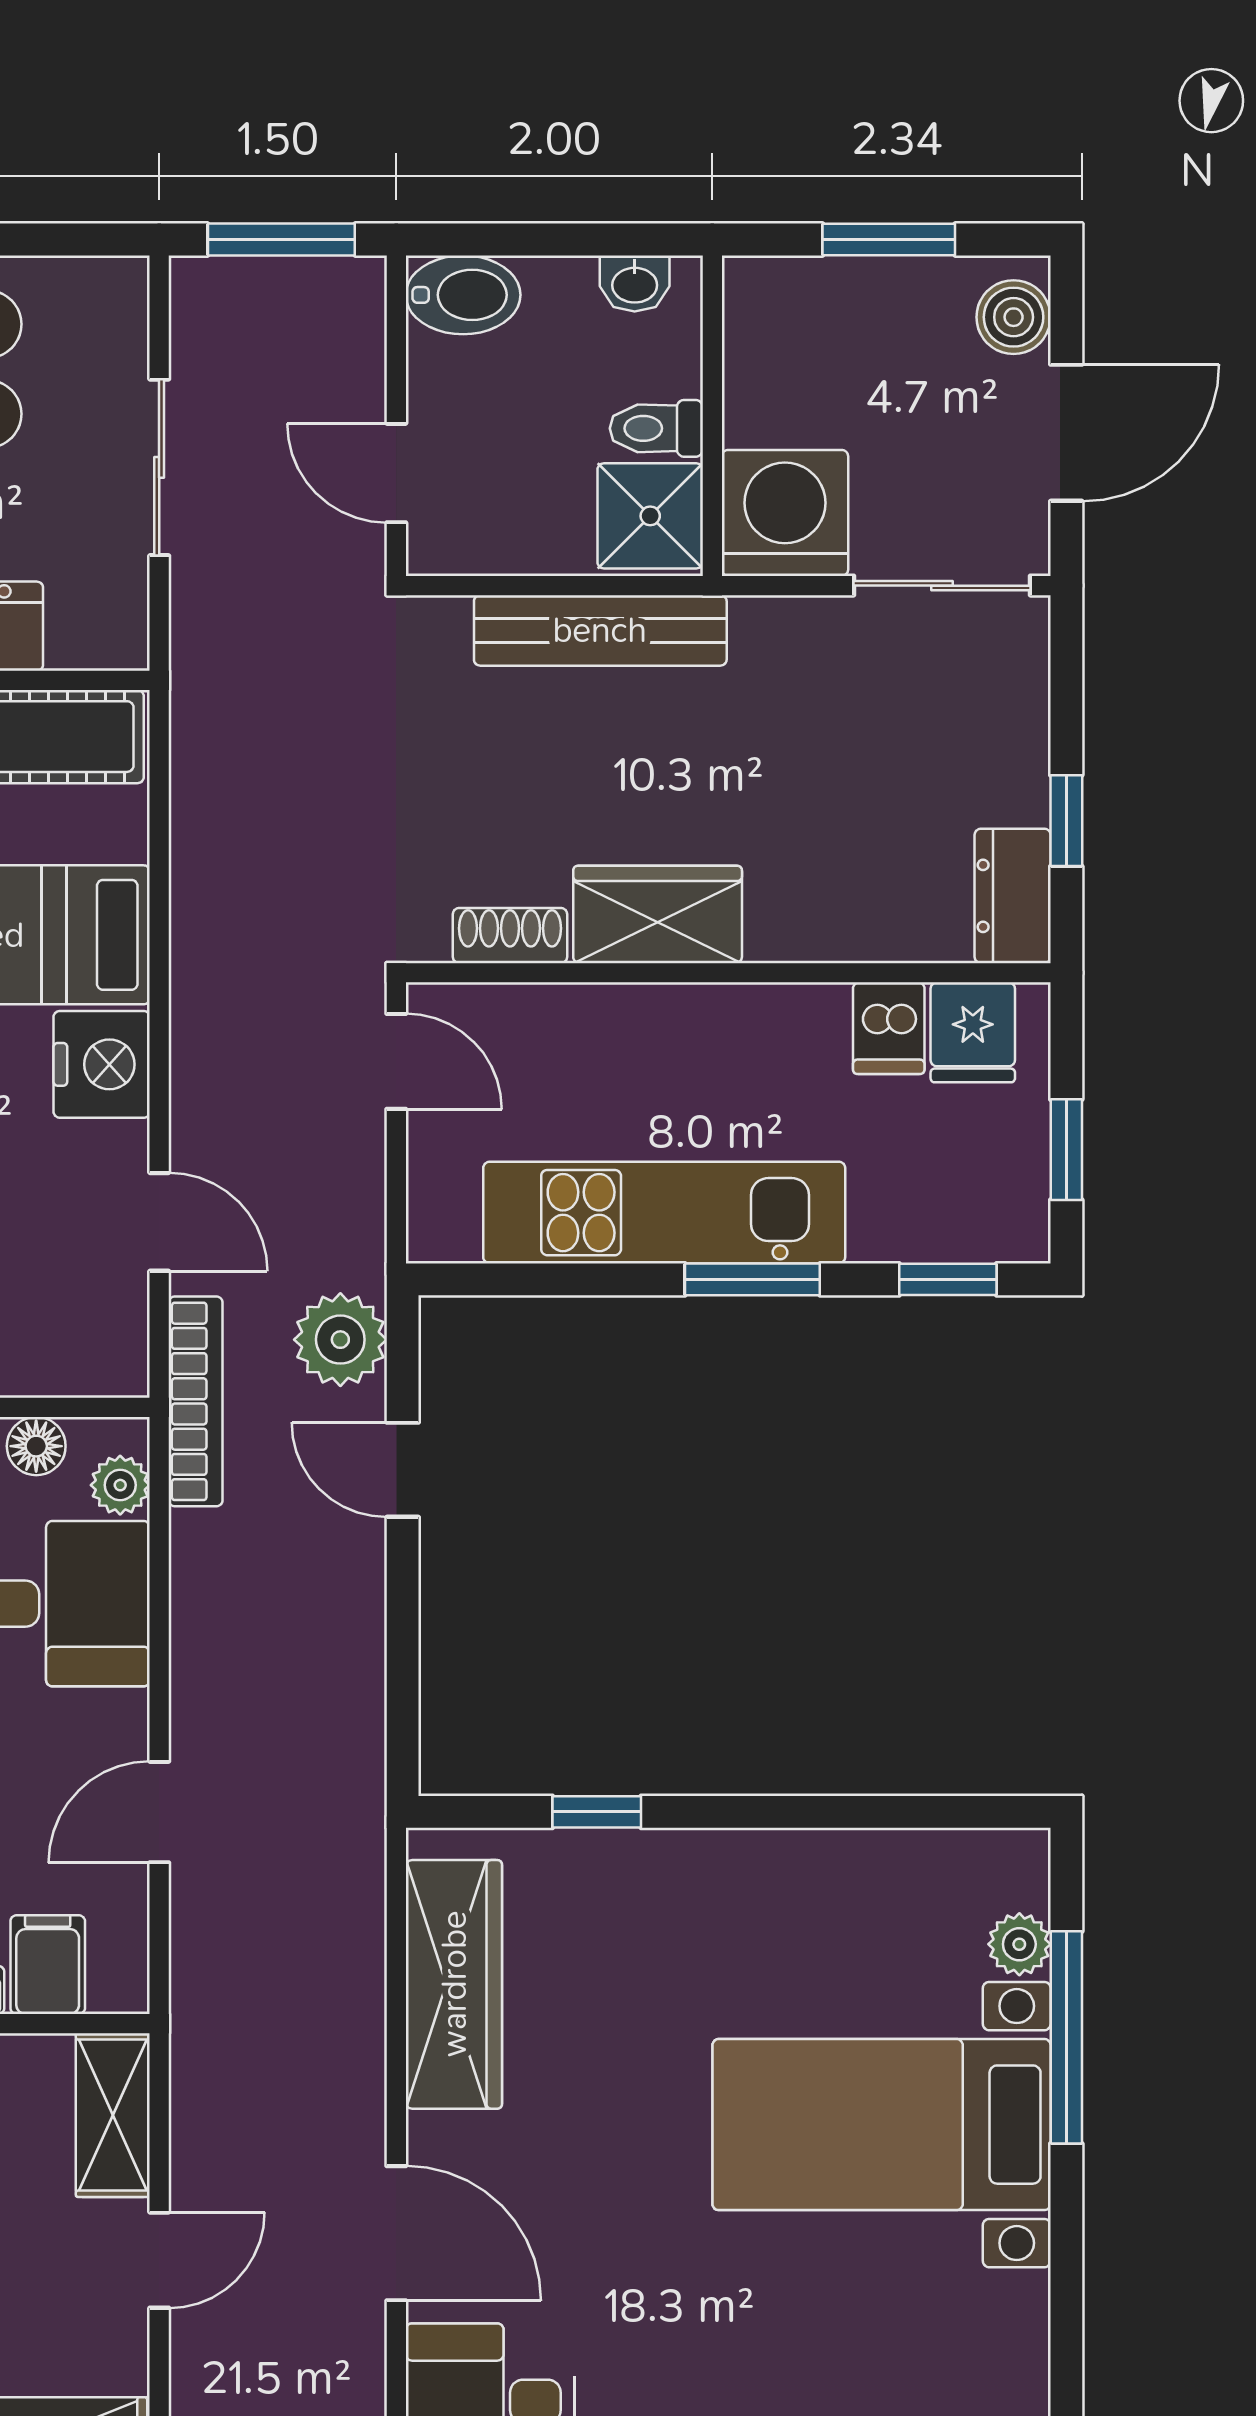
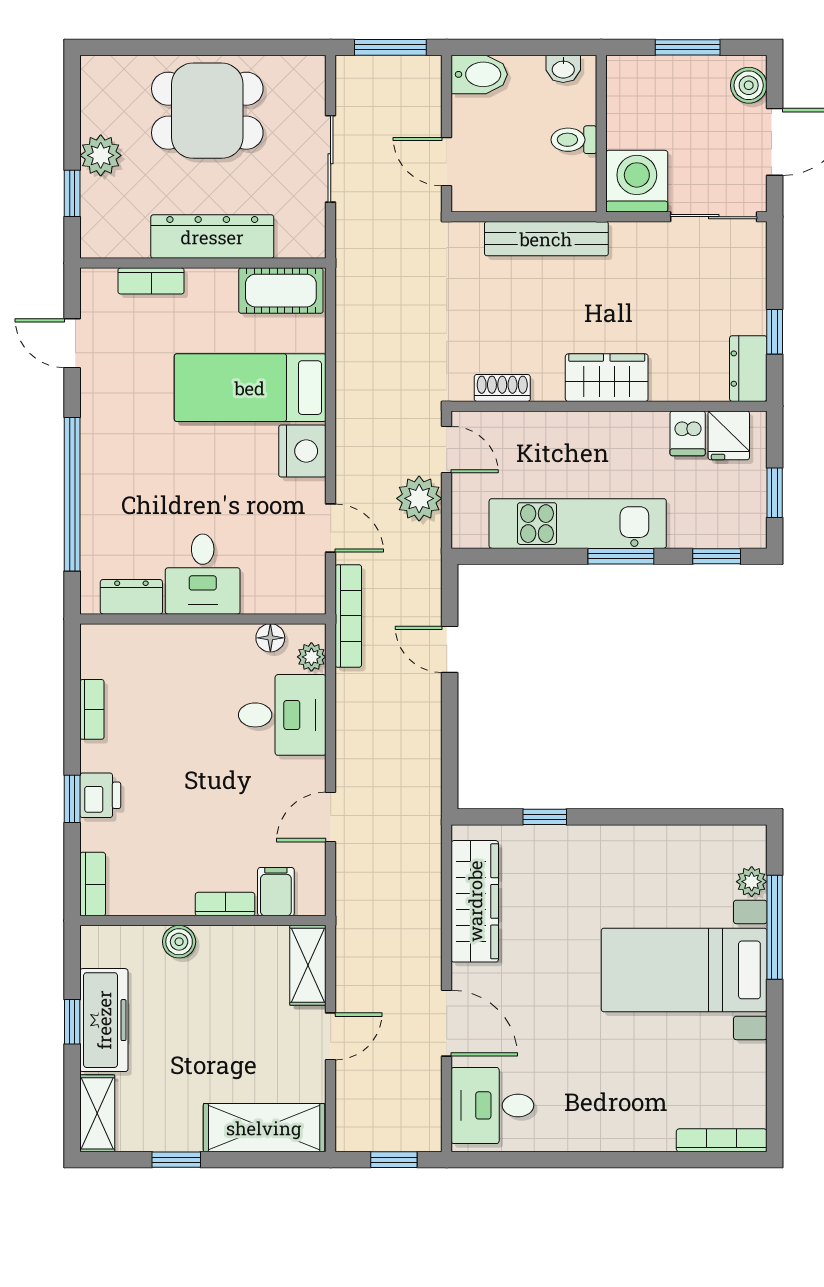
shower: (650, 516) -> (571, 183), removed
wardrobe: (658, 914) -> (607, 378), moved
plant: (340, 1340) -> (419, 498), moved

